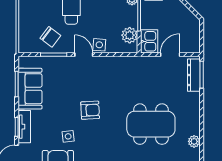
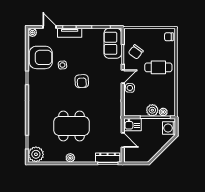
plant: (130, 35) -> (152, 110), moved
sofa: (30, 89) -> (113, 43), moved, turned 90
dining table: (151, 124) -> (71, 126), turned 90
plant: (194, 141) -> (70, 158), moved

